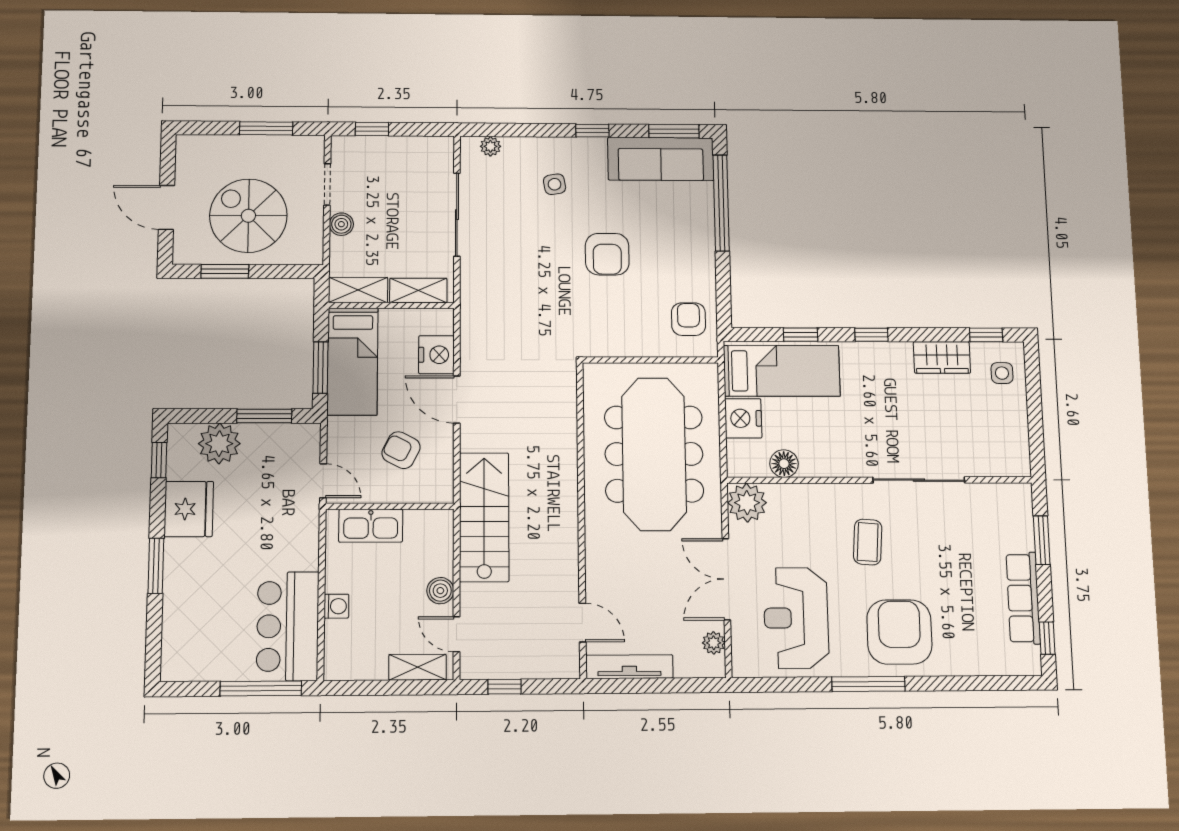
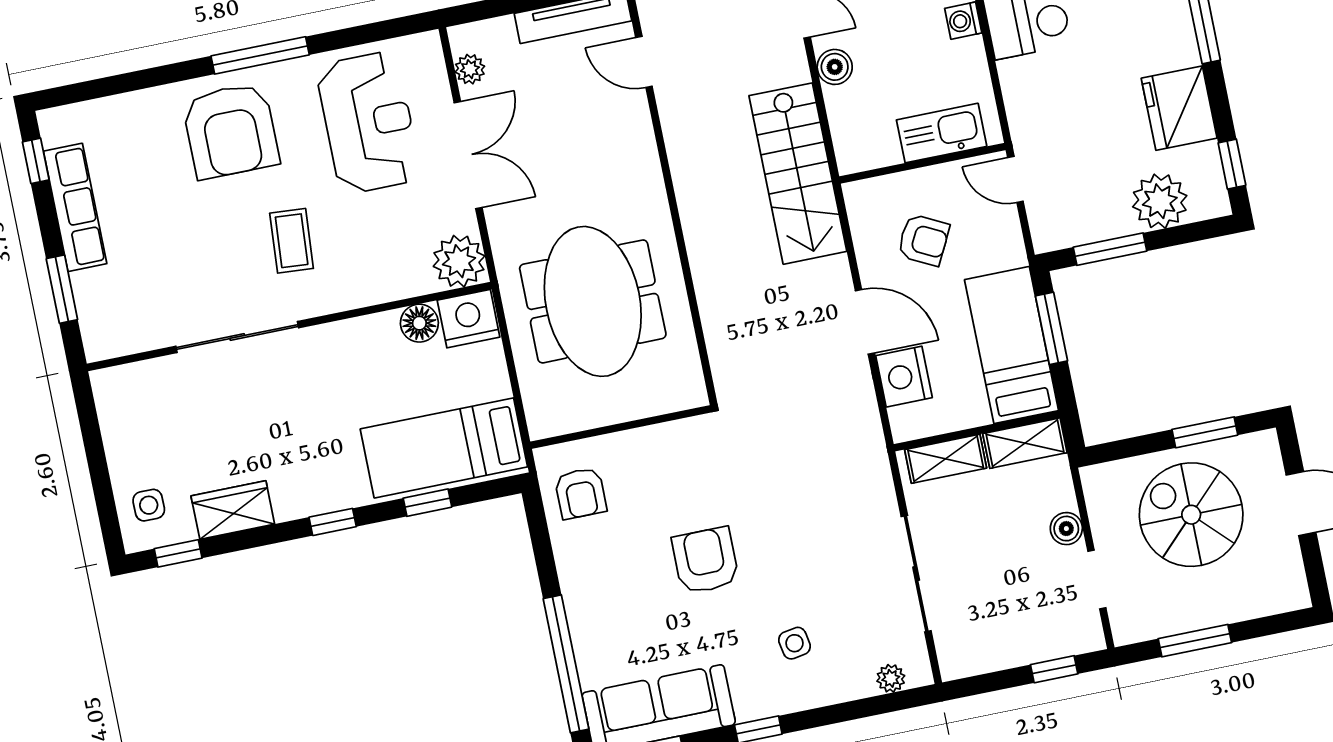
spiral stairs: (248, 216) -> (1191, 515), turned 180
nightstand: (743, 418) -> (469, 319), moved, turned -90
meeting table: (654, 454) -> (593, 301), width x0.73

